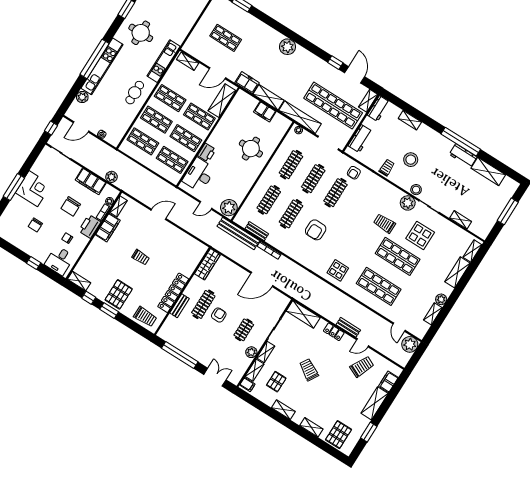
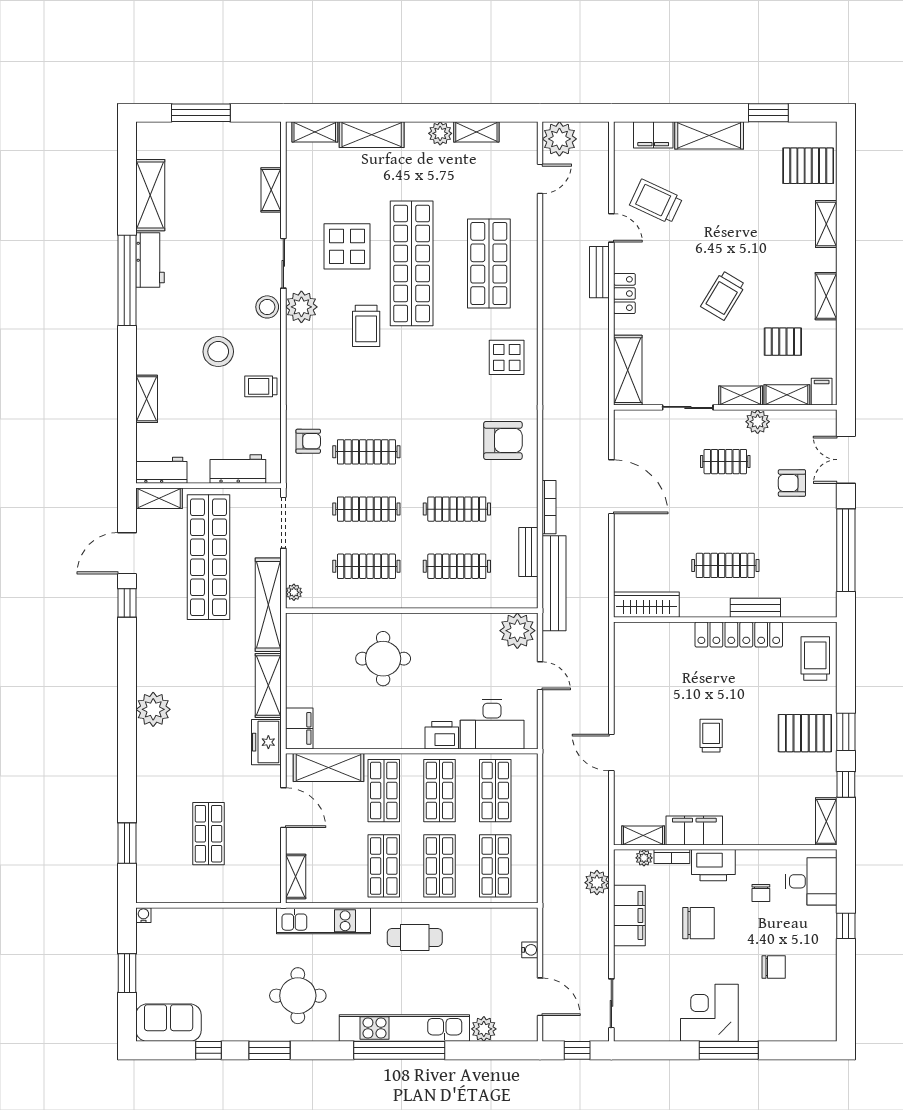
filing cabinet: (265, 112) -> (299, 728), moved
armchair: (316, 230) -> (503, 440), moved
shop shelf: (398, 256) -> (412, 263), width x1.40
armchair: (219, 315) -> (792, 483), moved

